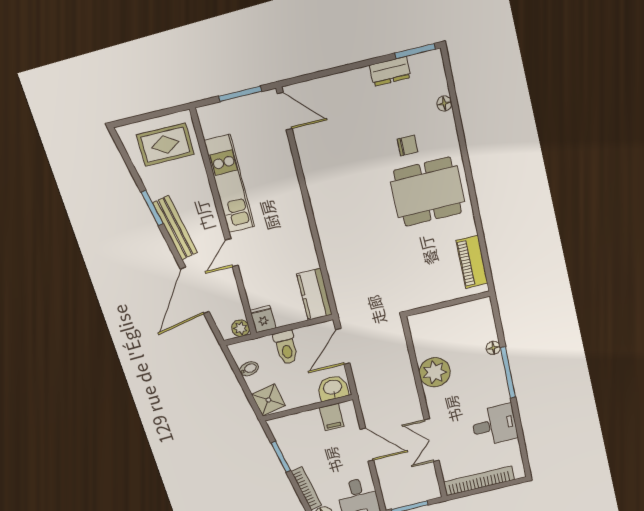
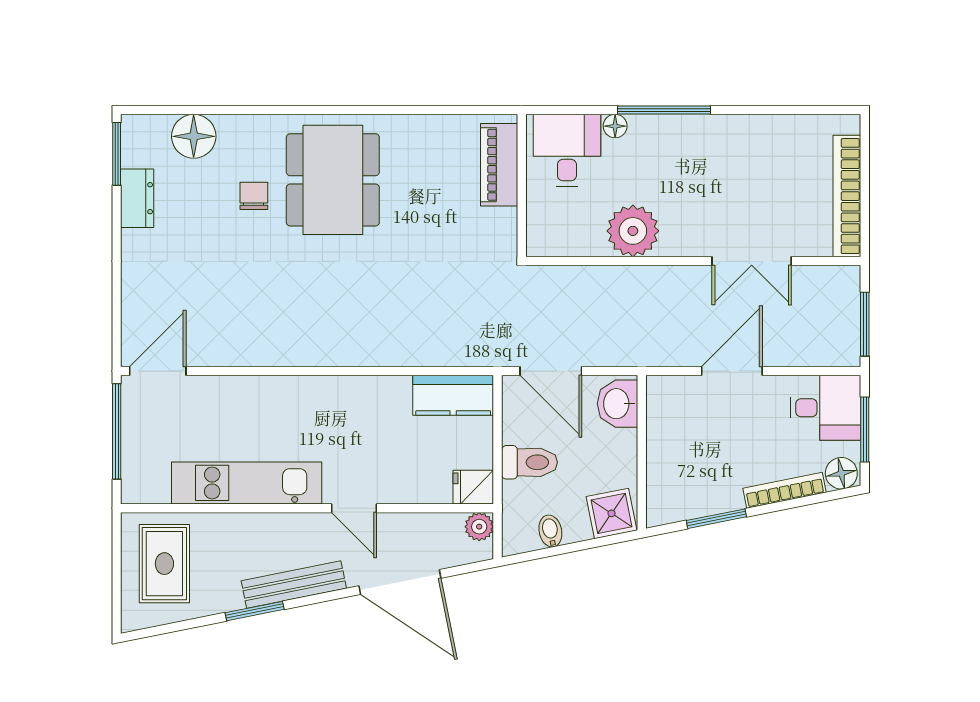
window: (240, 94) -> (117, 431), width x1.44
floor lamp: (444, 104) -> (194, 136), width x1.89, depth x1.89
piano: (472, 262) -> (499, 165), moved, turned 90
filing cabinet: (332, 417) -> (668, 417), removed
desk: (494, 425) -> (567, 150), moved

